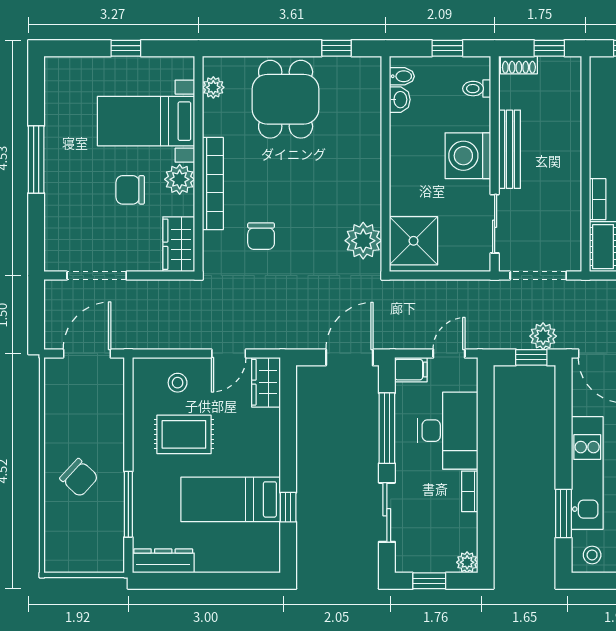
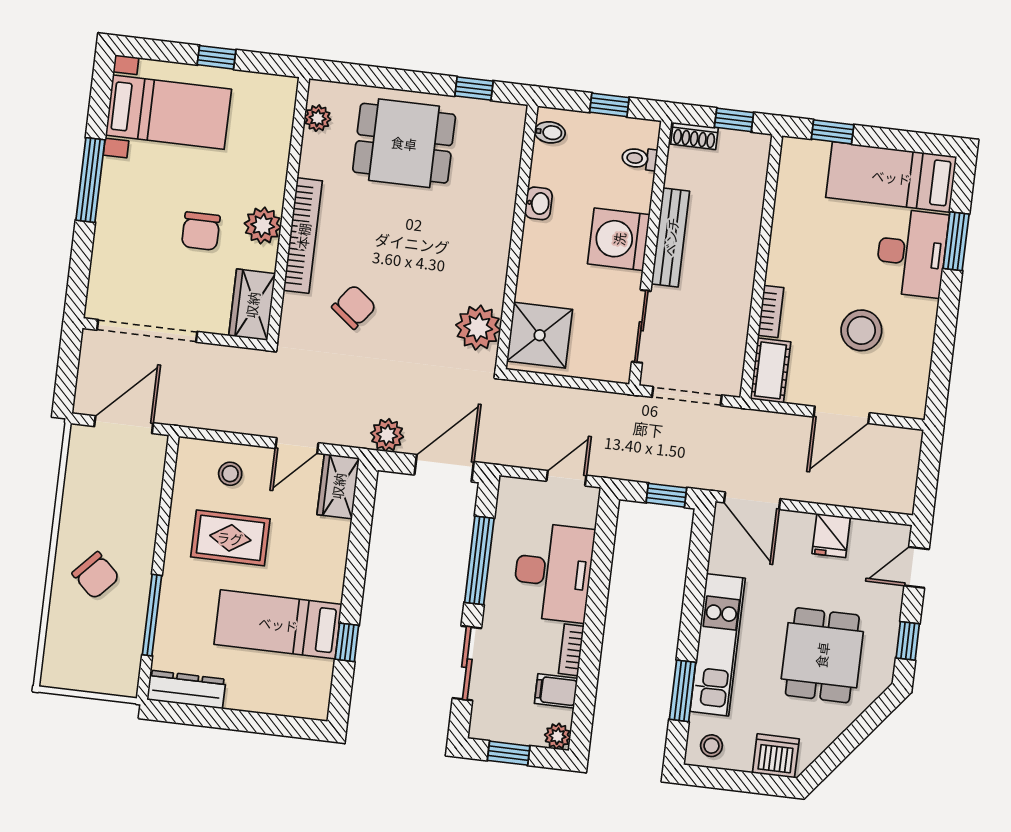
dining table: (286, 99) -> (404, 143), turned 90
washbasin: (400, 100) -> (539, 203), moved
bed with nightstands: (146, 121) -> (168, 112), moved, turned 180
chair: (130, 190) -> (201, 231), turned -90
chair: (261, 236) -> (354, 307), turned -142
doorway: (97, 276) -> (147, 331), width x1.36
plant: (543, 336) -> (387, 435), moved
filing cabinet: (411, 370) -> (556, 691), moved, turned 180

